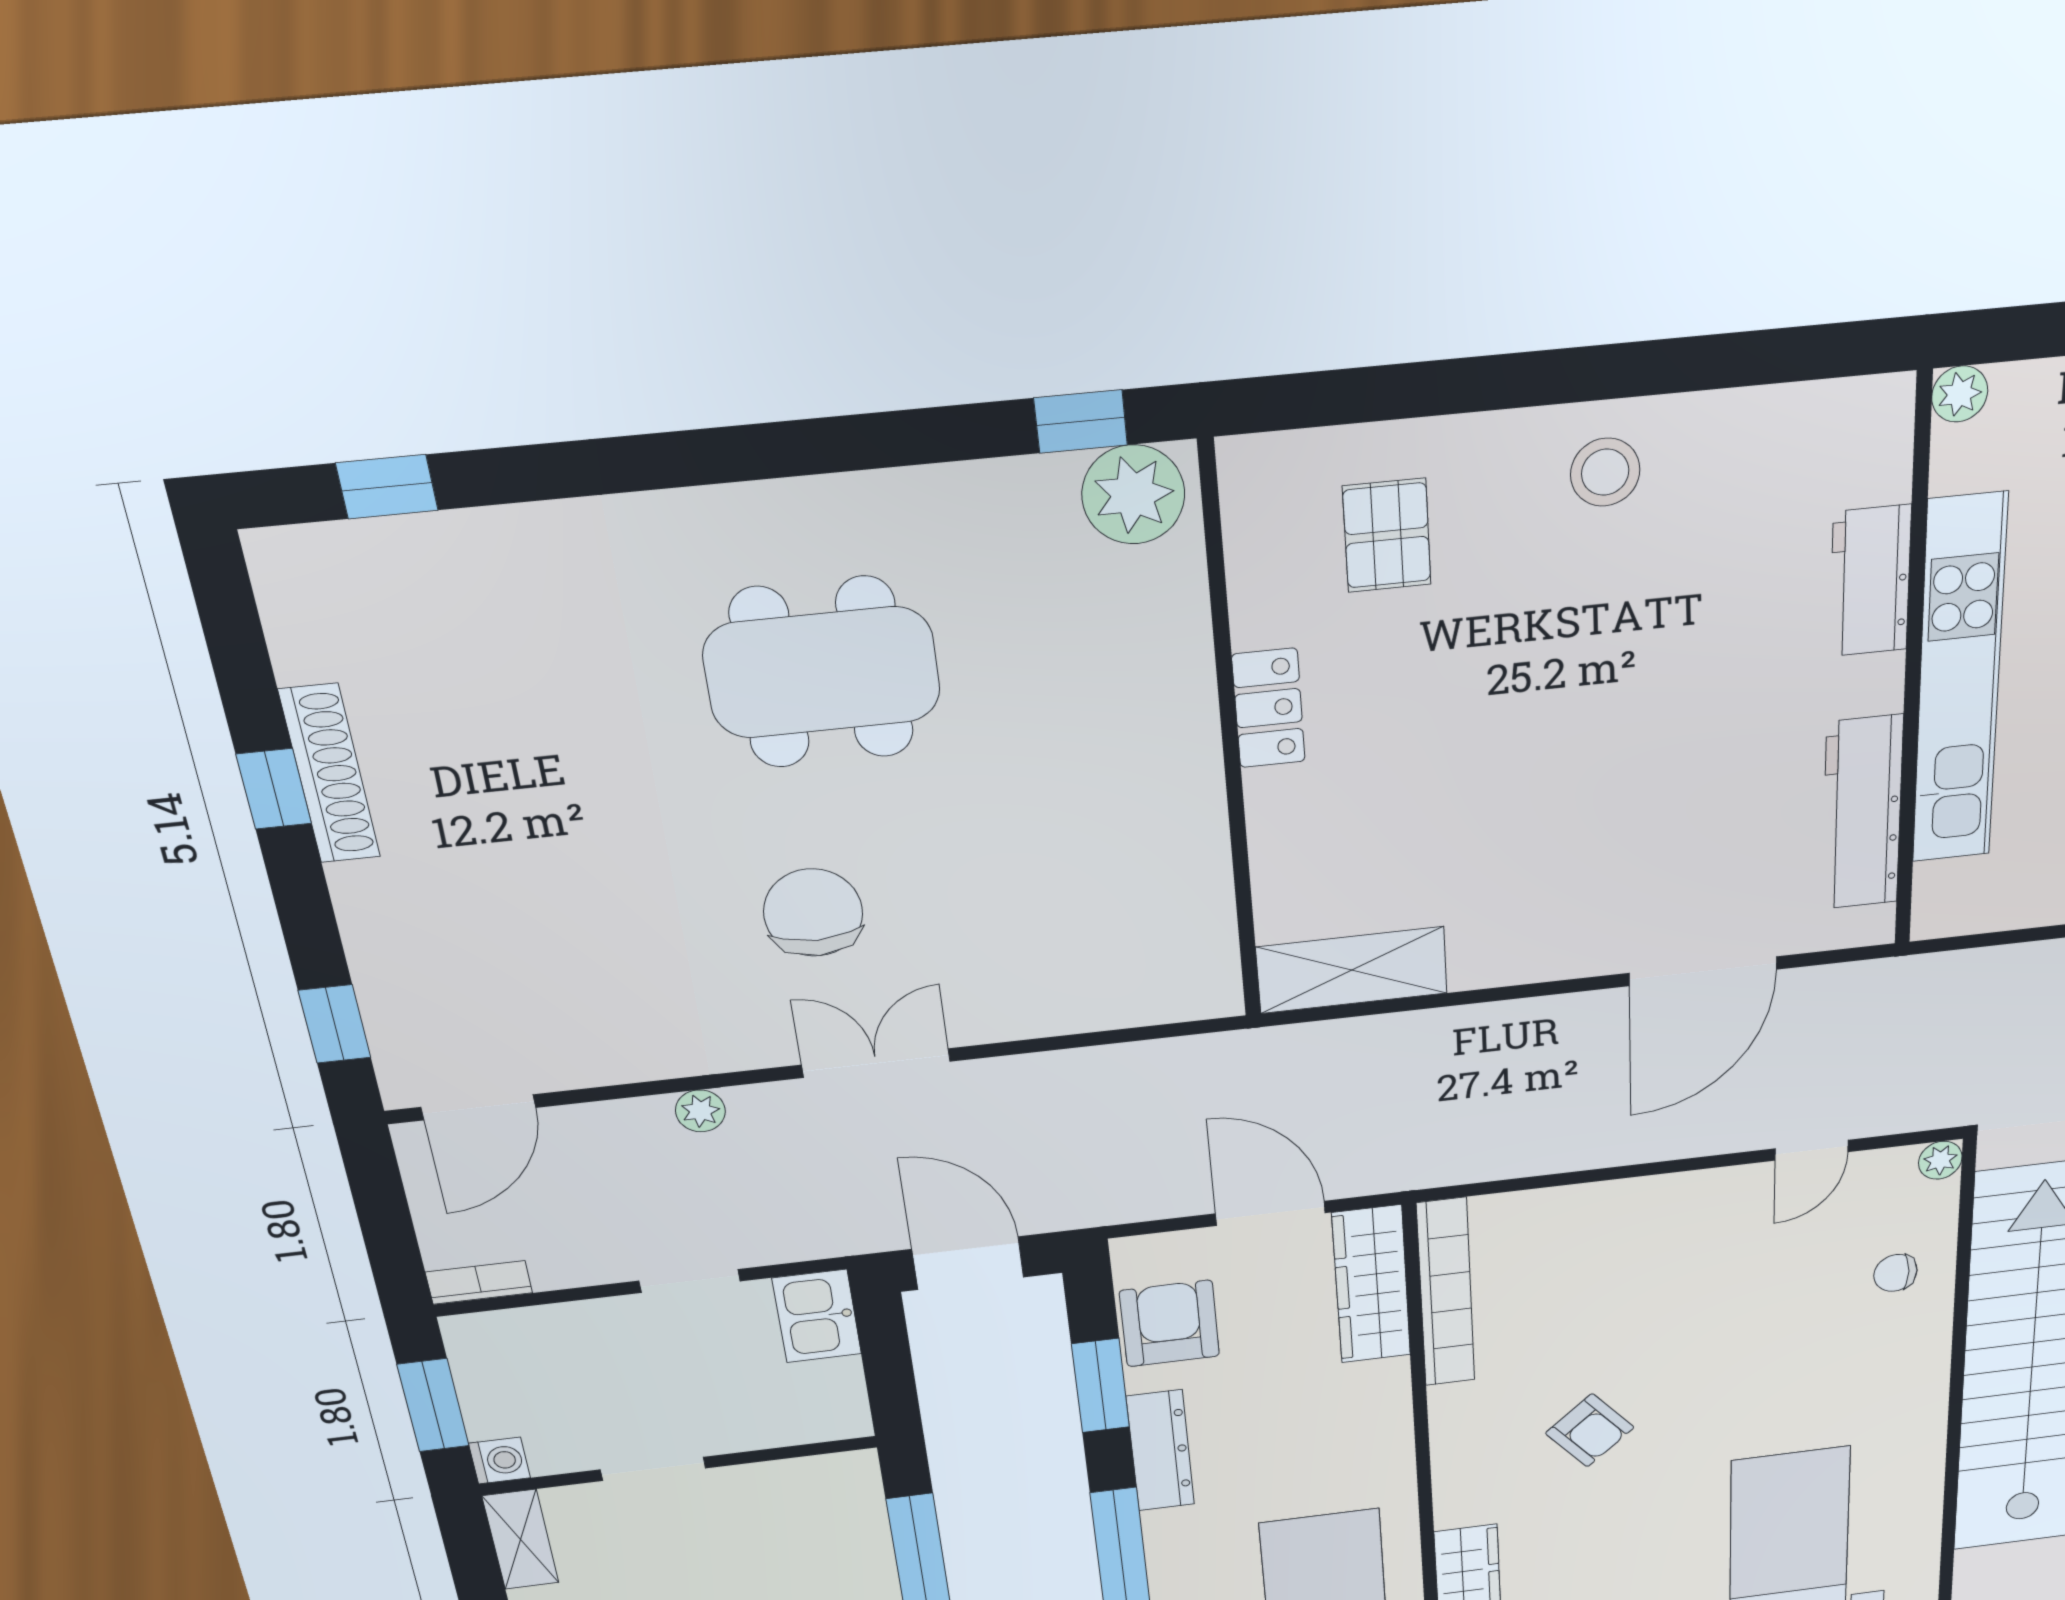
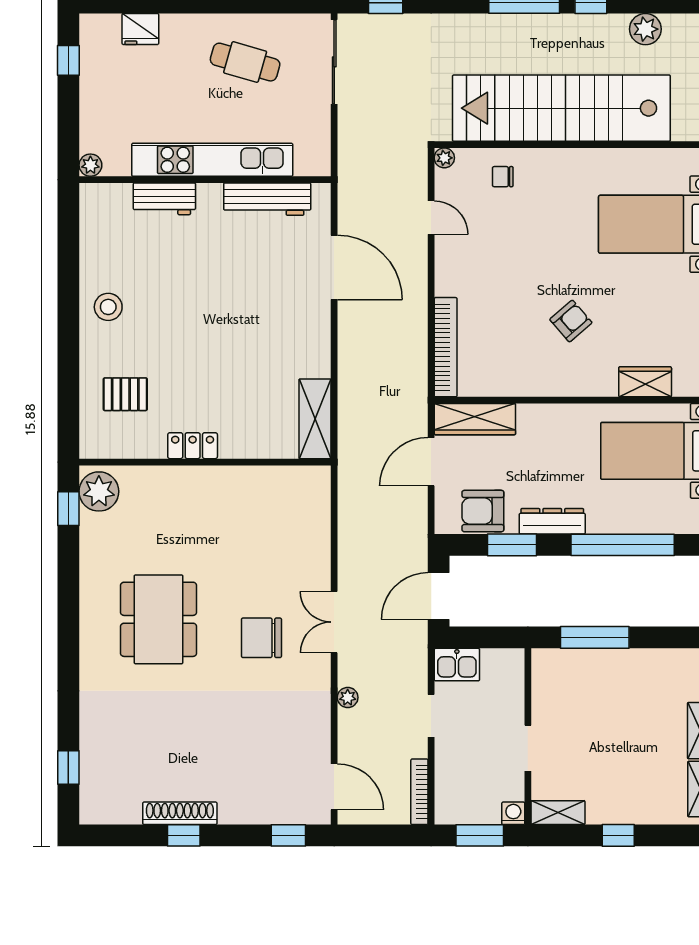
chair: (1895, 1273) -> (503, 177), turned 90
bookcase: (479, 1282) -> (419, 792), width x1.56
bookcase: (1446, 1293) -> (446, 347), moved, turned 90

